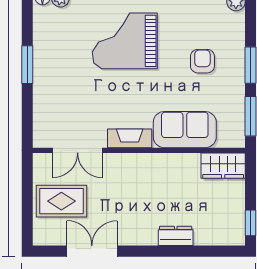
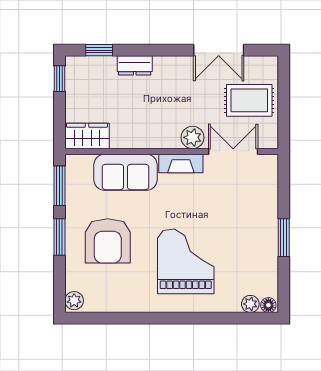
grand piano: (125, 41) -> (186, 261), turned -90
armchair: (202, 61) -> (108, 241), width x1.88, depth x1.88
plant: (118, 164) -> (193, 137), added
window: (211, 251) -> (99, 50), added

